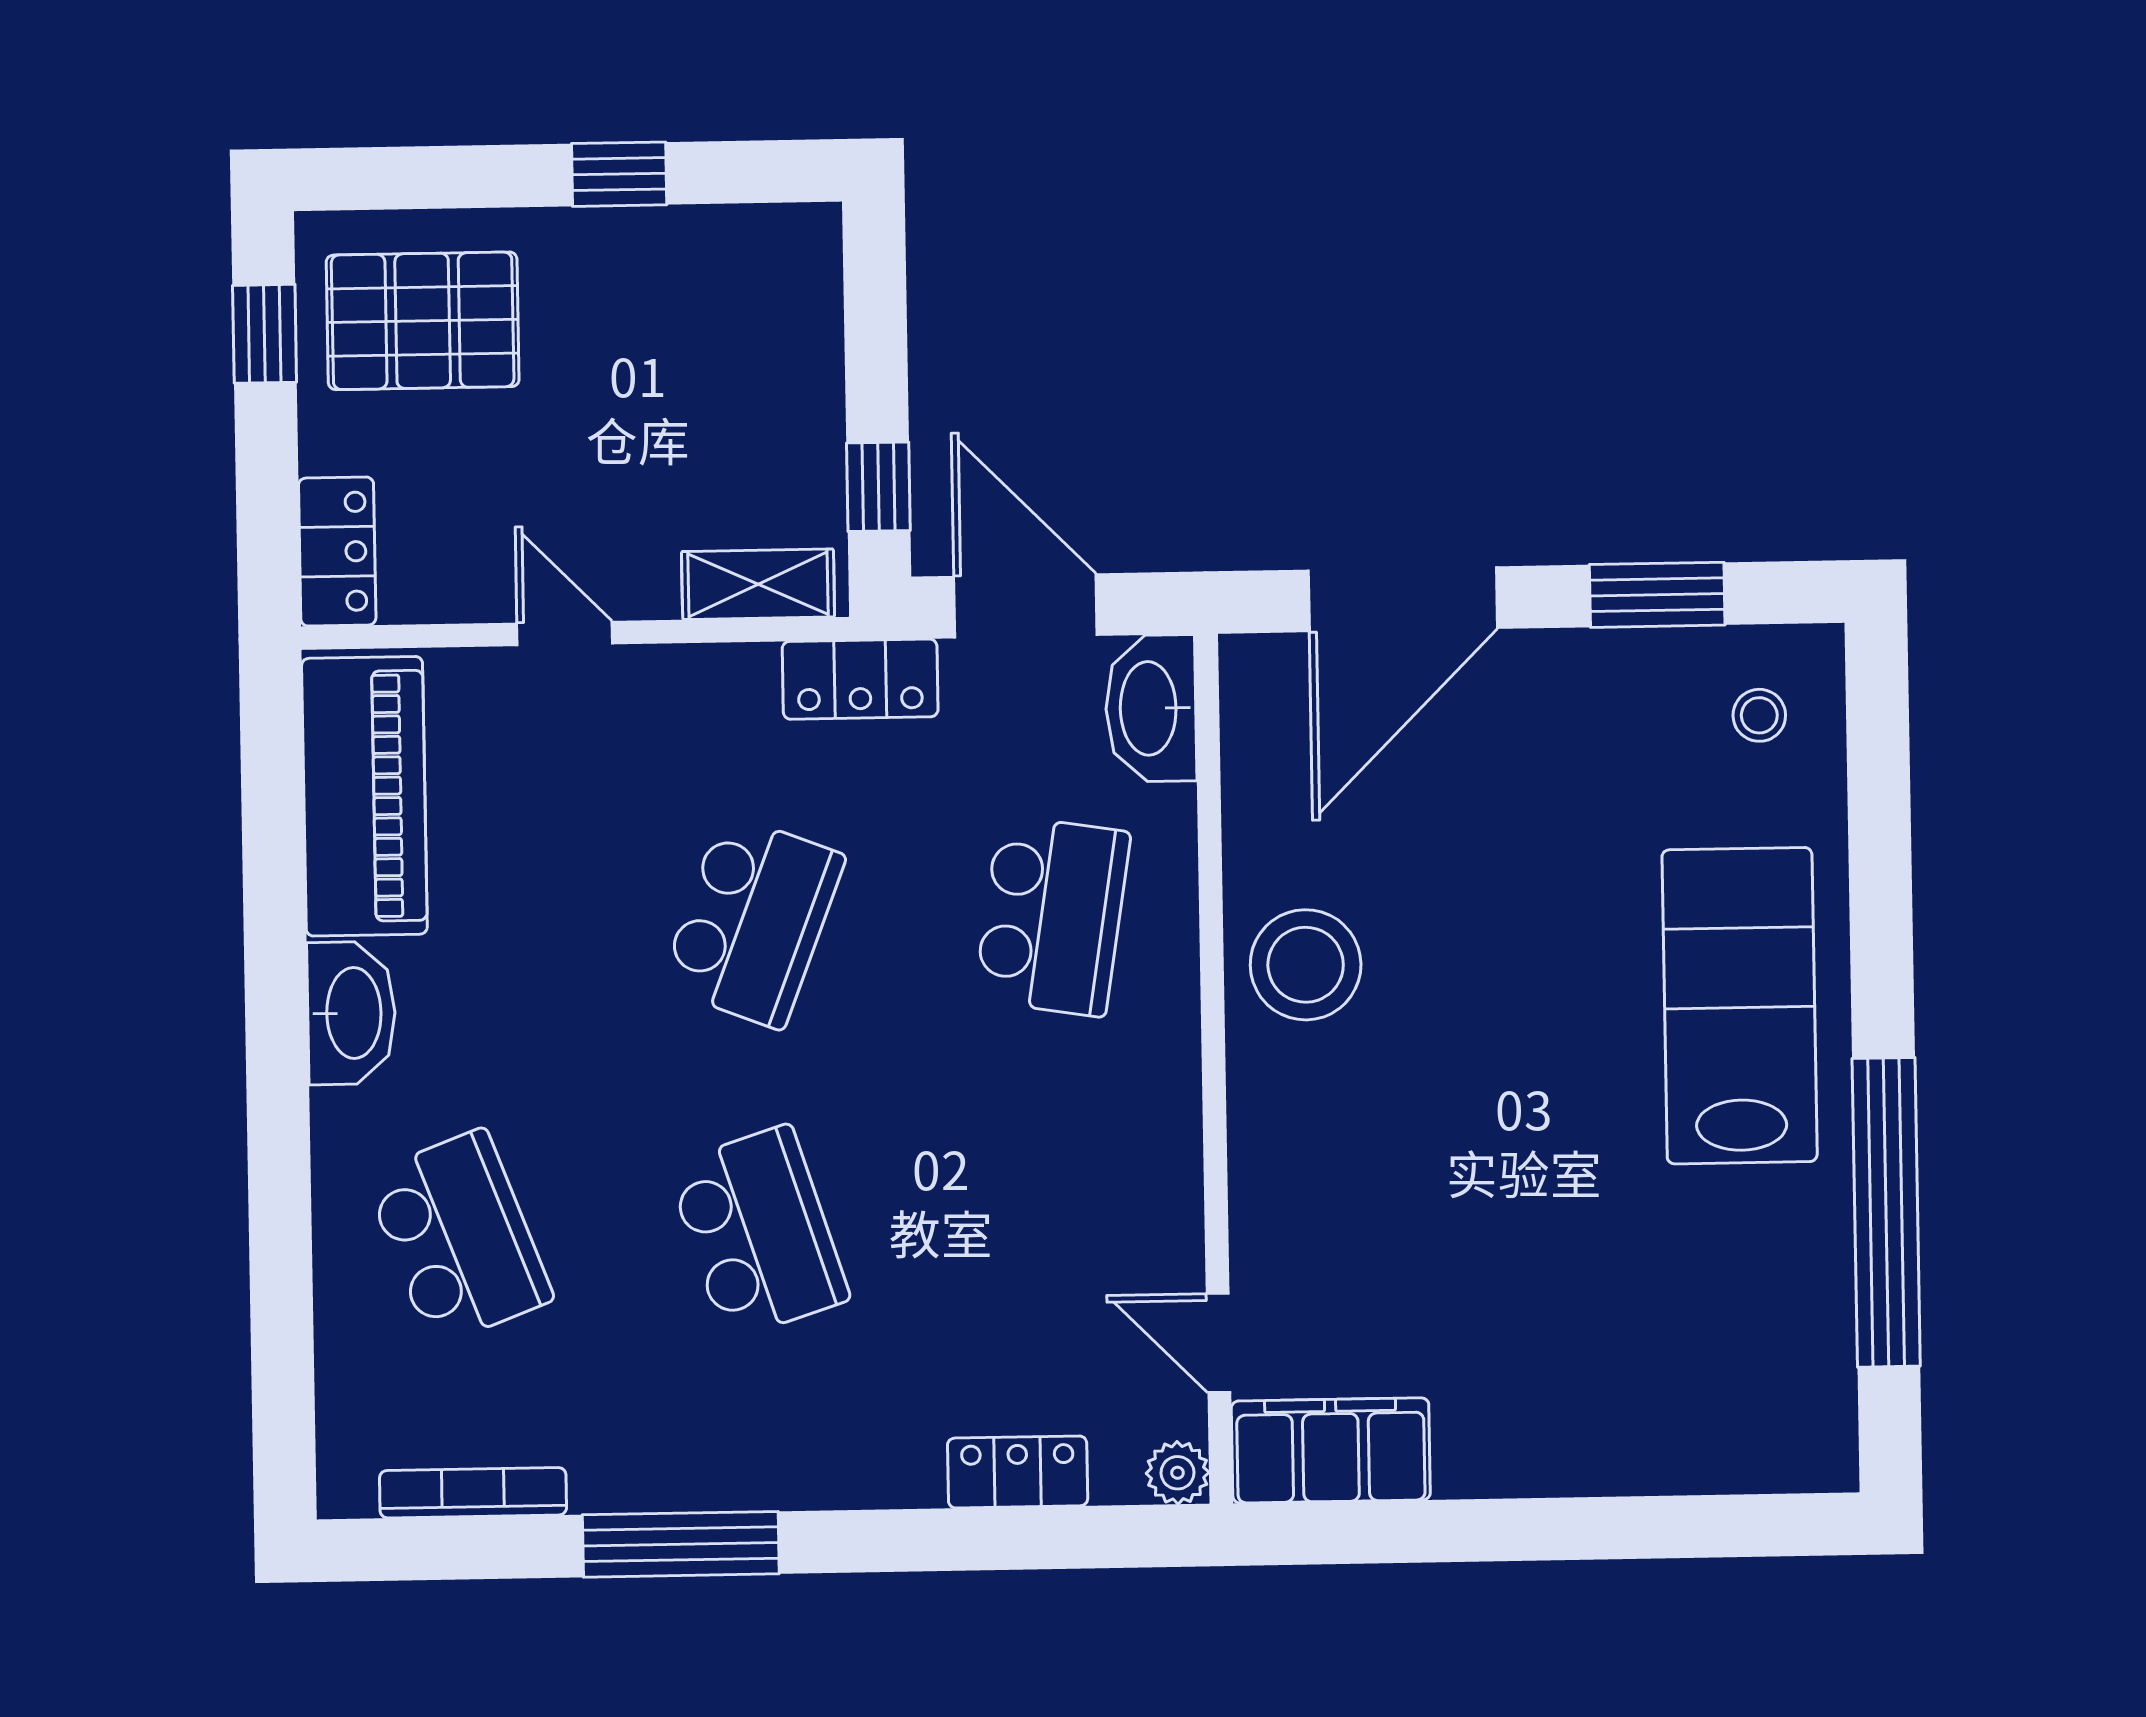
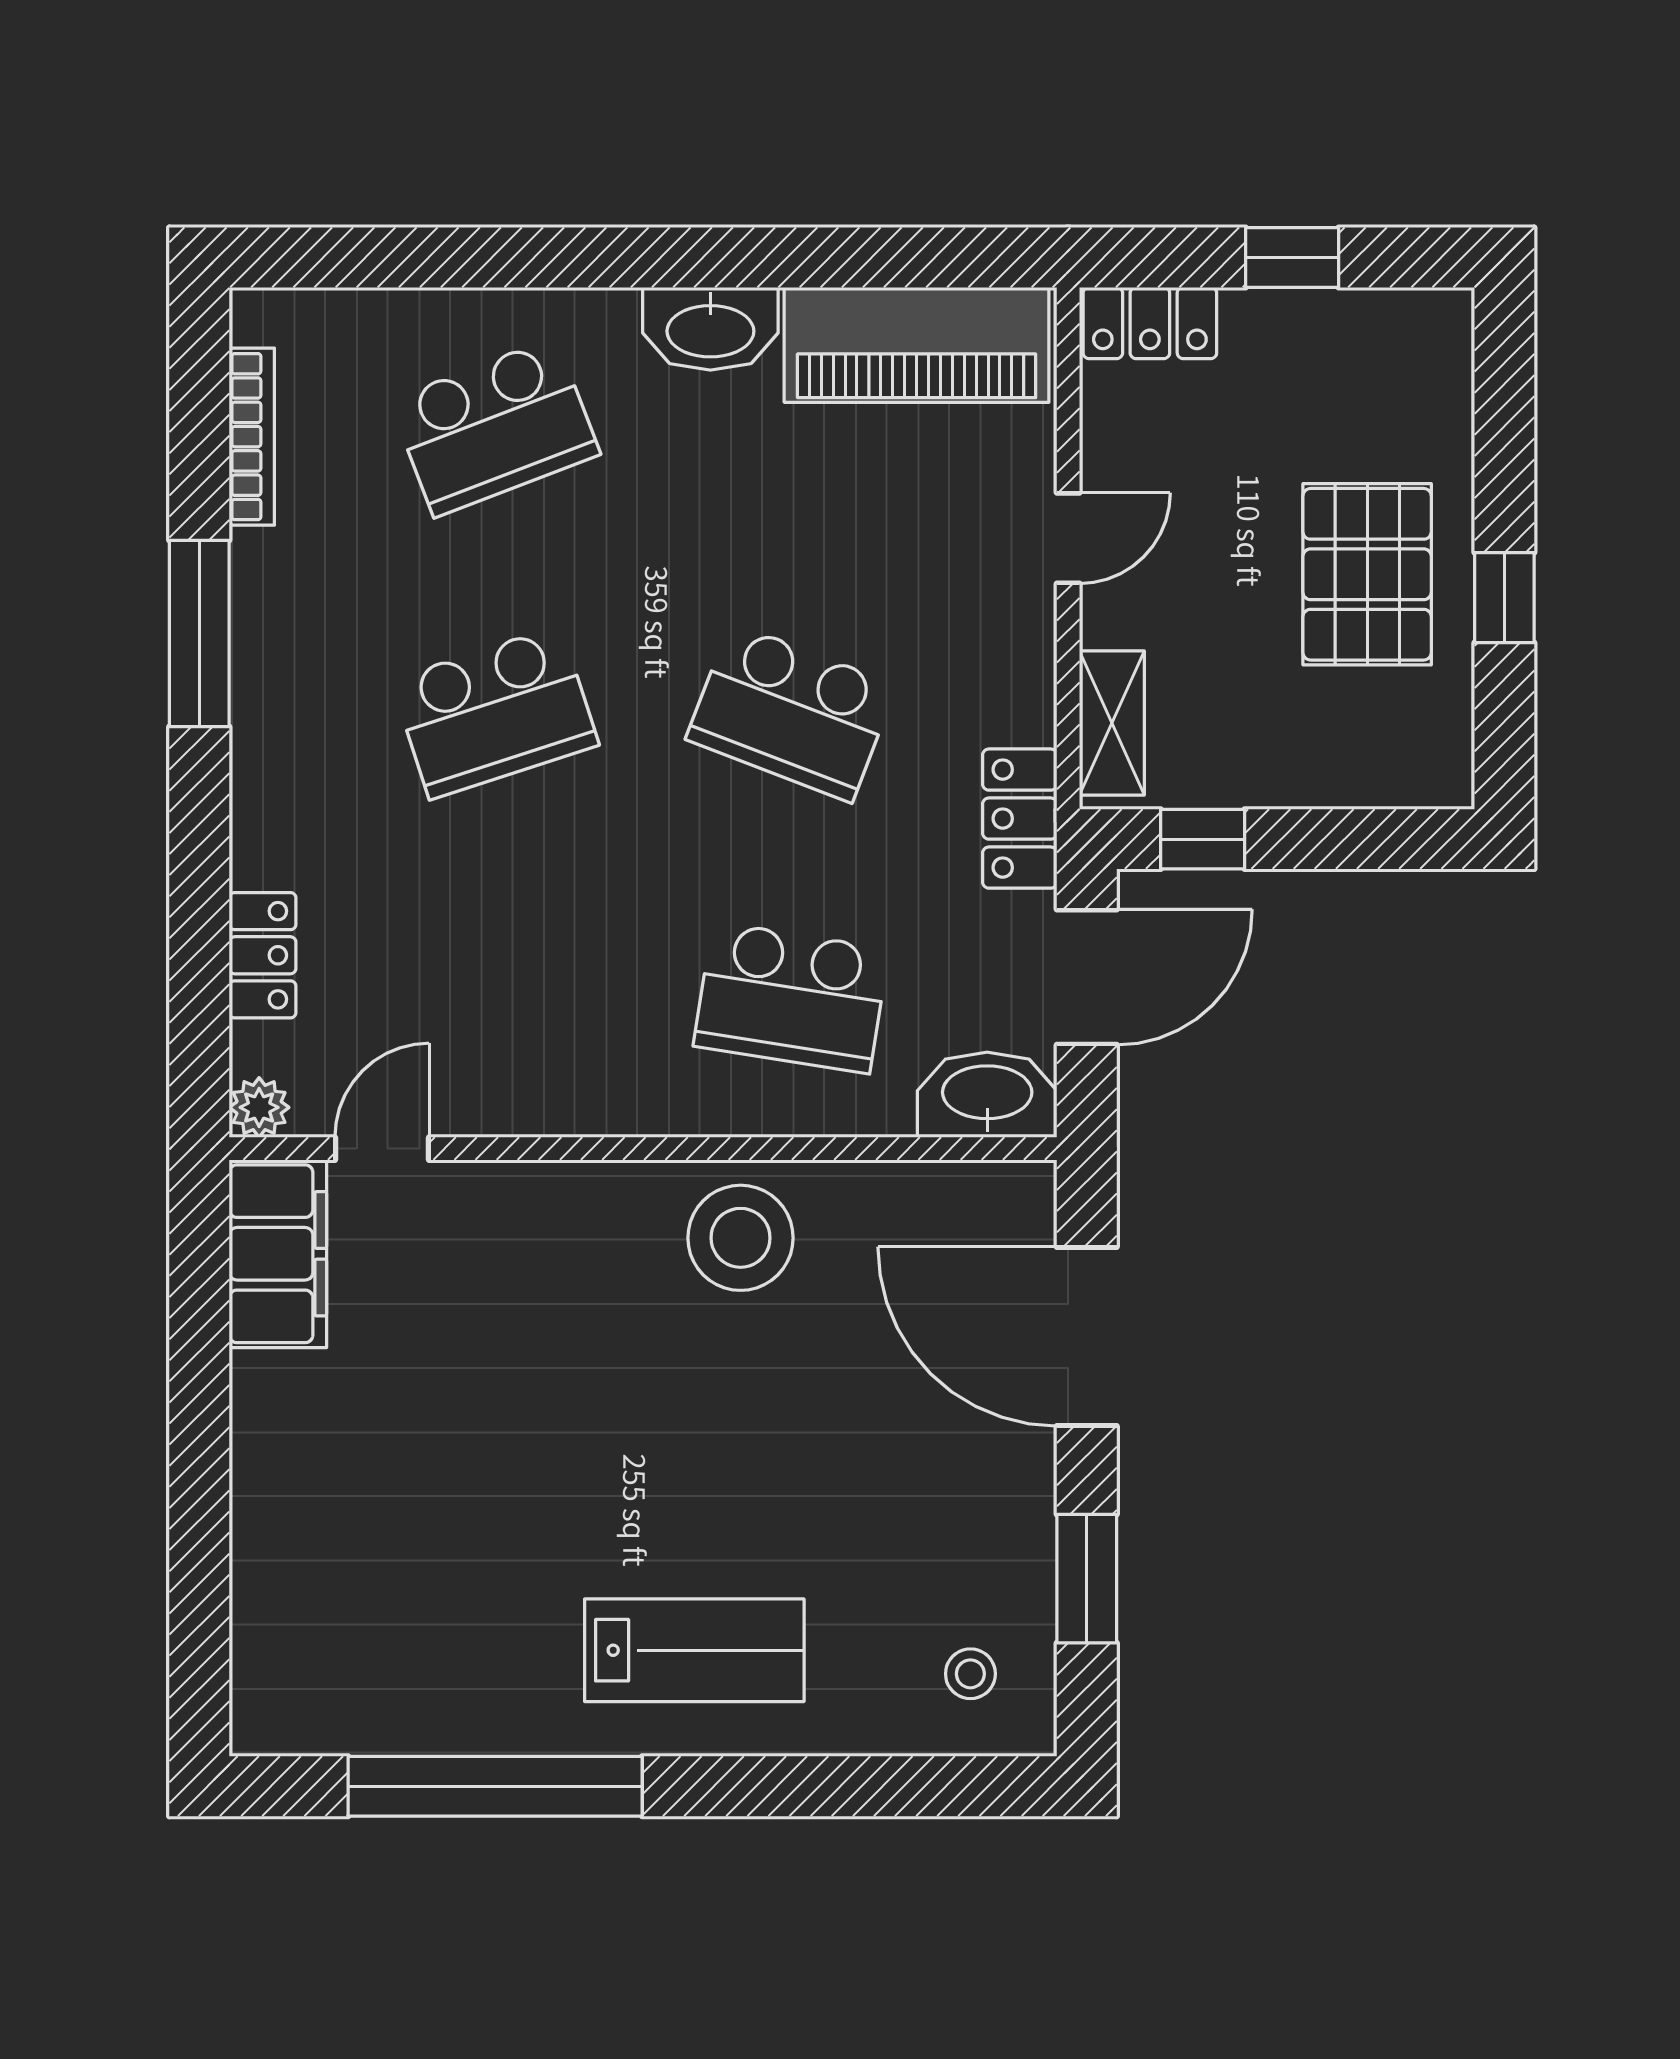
pallet: (423, 321) -> (1367, 574), moved
window: (265, 334) -> (1292, 257), moved
lab bench: (1740, 1006) -> (694, 1650), width x0.73, depth x0.72

